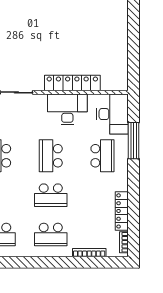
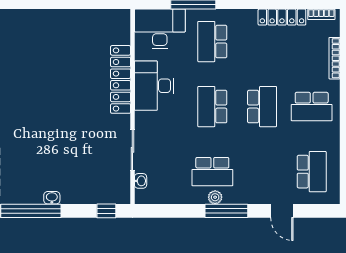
school desk: (51, 156) -> (212, 107), turned 90
school desk: (102, 156) -> (212, 42), turned -90
school desk: (51, 235) -> (312, 107), turned 90

